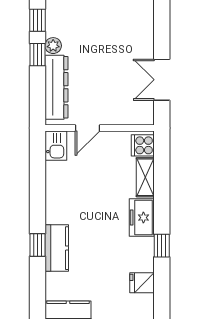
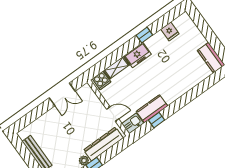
window: (37, 245) -> (156, 120), moved
kitchen counter: (57, 248) -> (152, 109), moved

